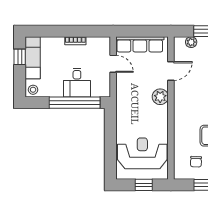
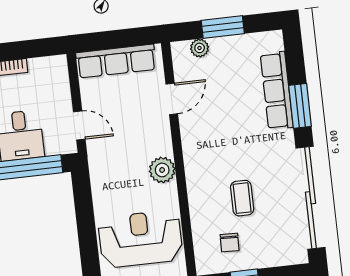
door: (113, 64) -> (79, 125), moved
plant: (160, 97) -> (162, 170), moved

